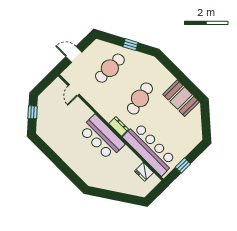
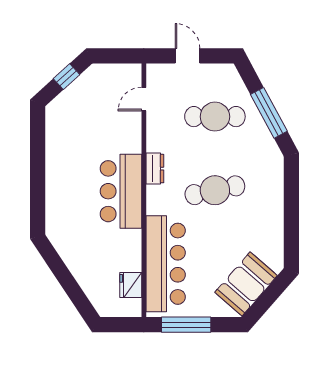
window: (131, 45) -> (269, 113), width x2.17
booth: (181, 98) -> (246, 284), moved, turned 41
dresser: (119, 126) -> (155, 169), moved
window: (183, 165) -> (186, 325), width x2.17

